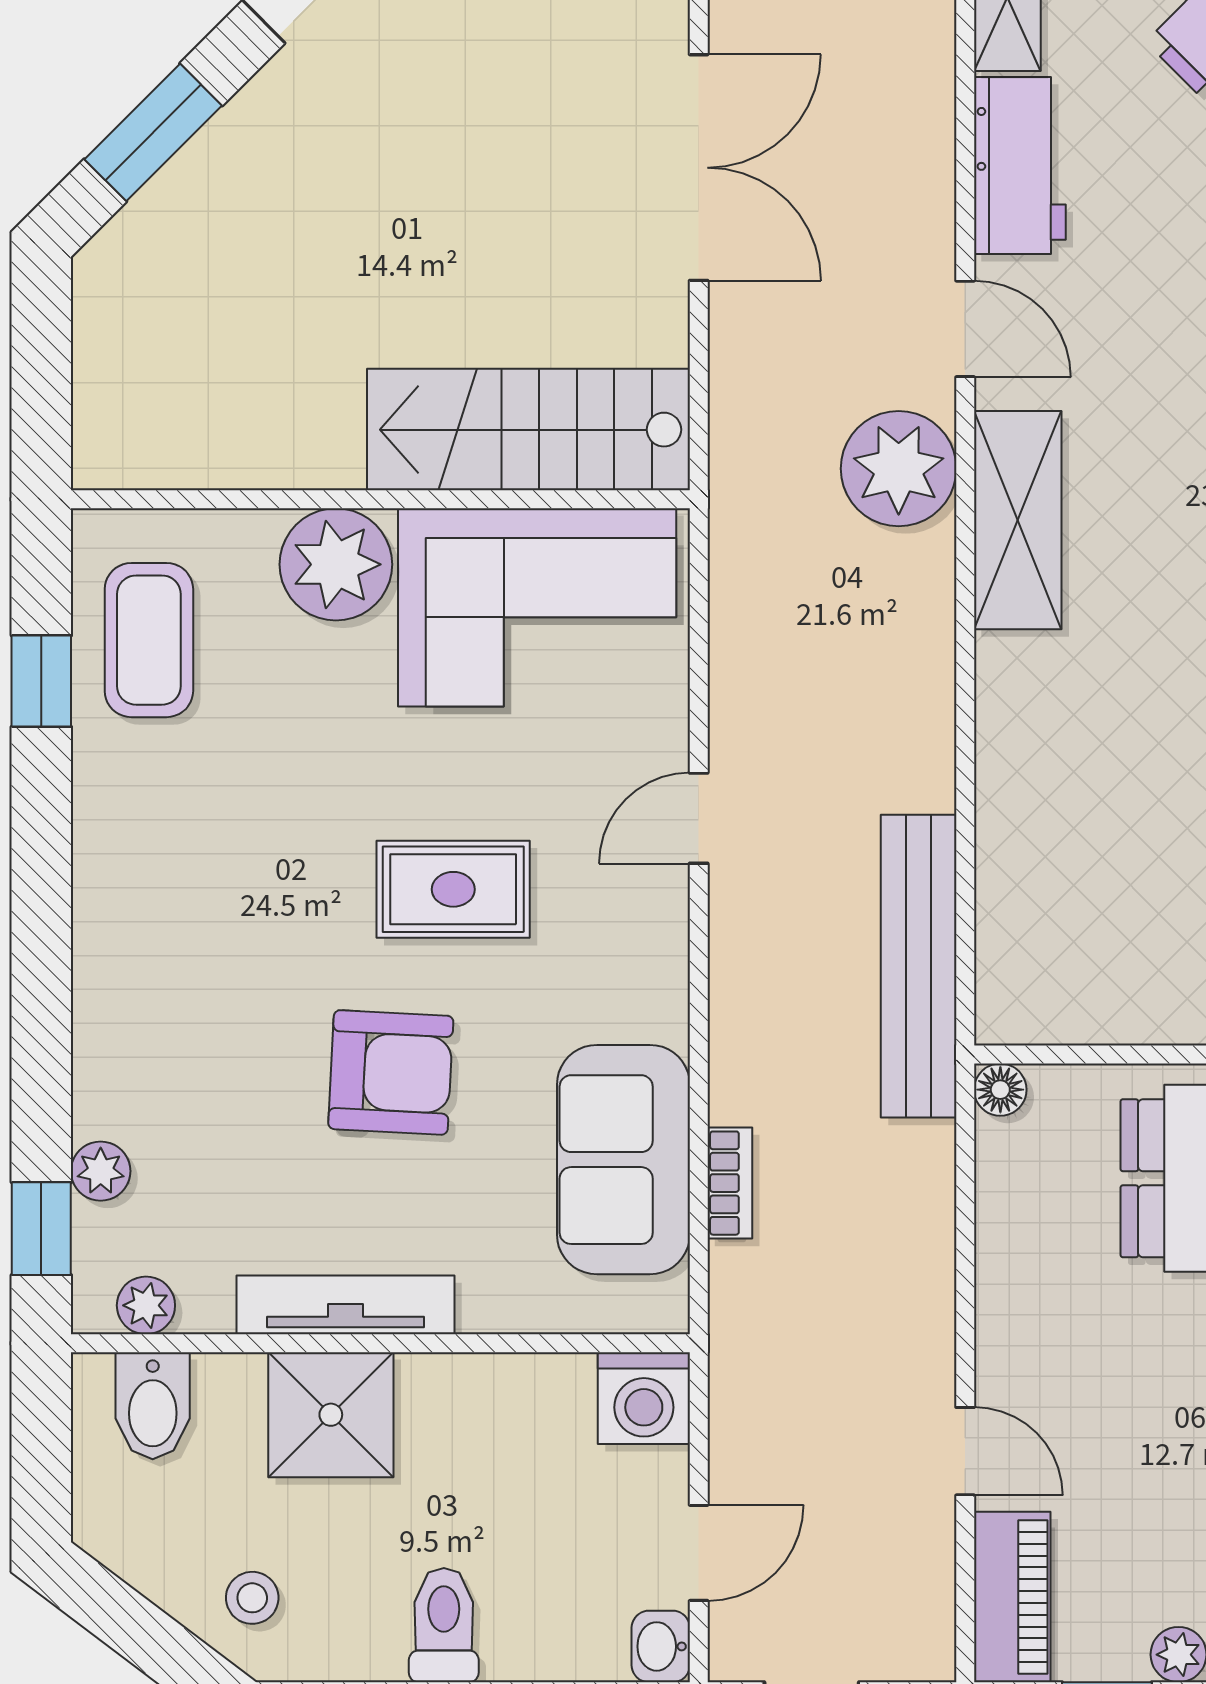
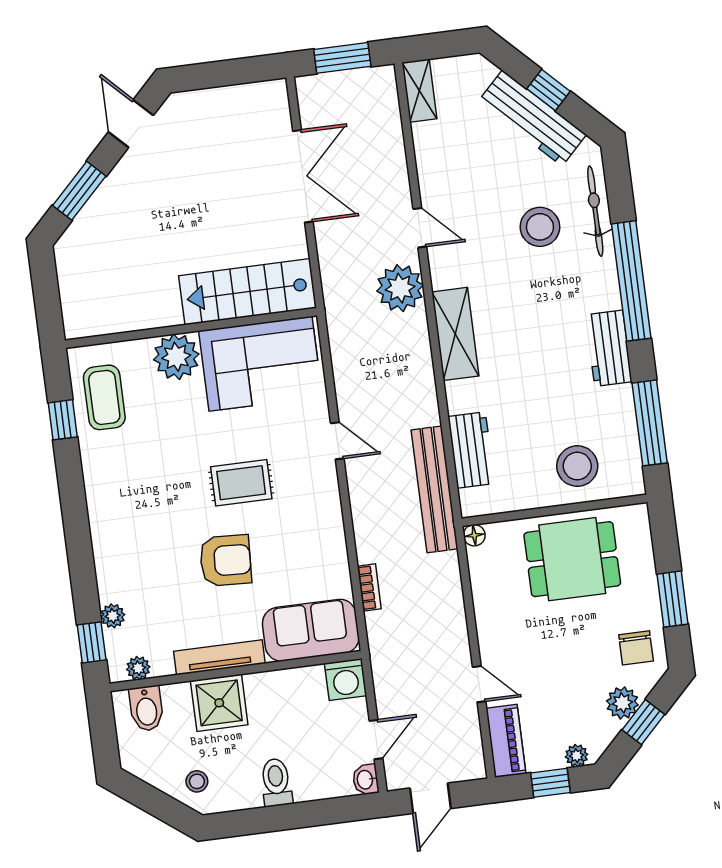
workbench: (1020, 165) -> (471, 450), moved
shelving: (1018, 520) -> (455, 334), moved
door: (699, 818) -> (337, 441), swing flipped
sofa: (623, 1160) -> (311, 630), moved, turned 90

